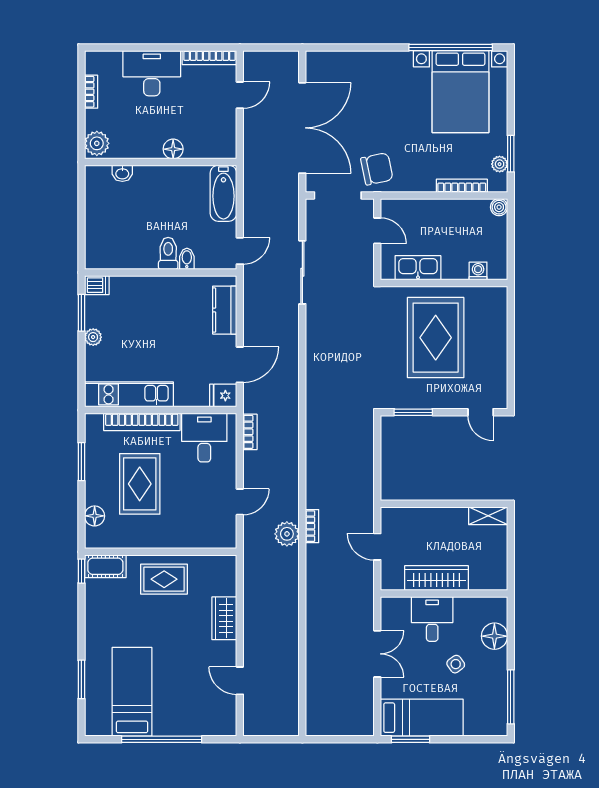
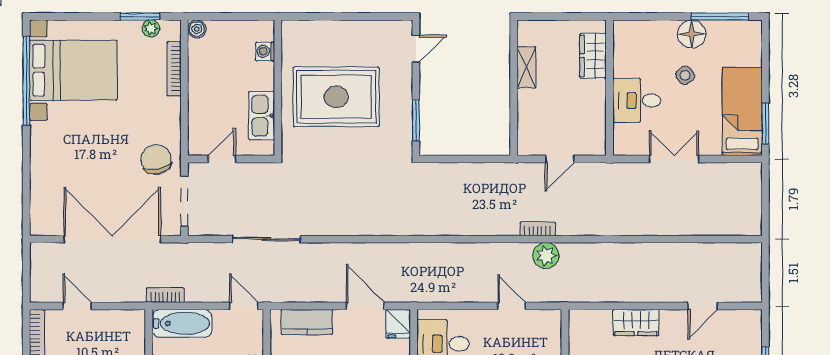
bookcase: (250, 432) -> (165, 295), moved
shelving: (488, 516) -> (527, 68), moved
wardrobe: (437, 578) -> (593, 56), moved, width x0.67
floor lamp: (494, 636) -> (692, 34), moved

